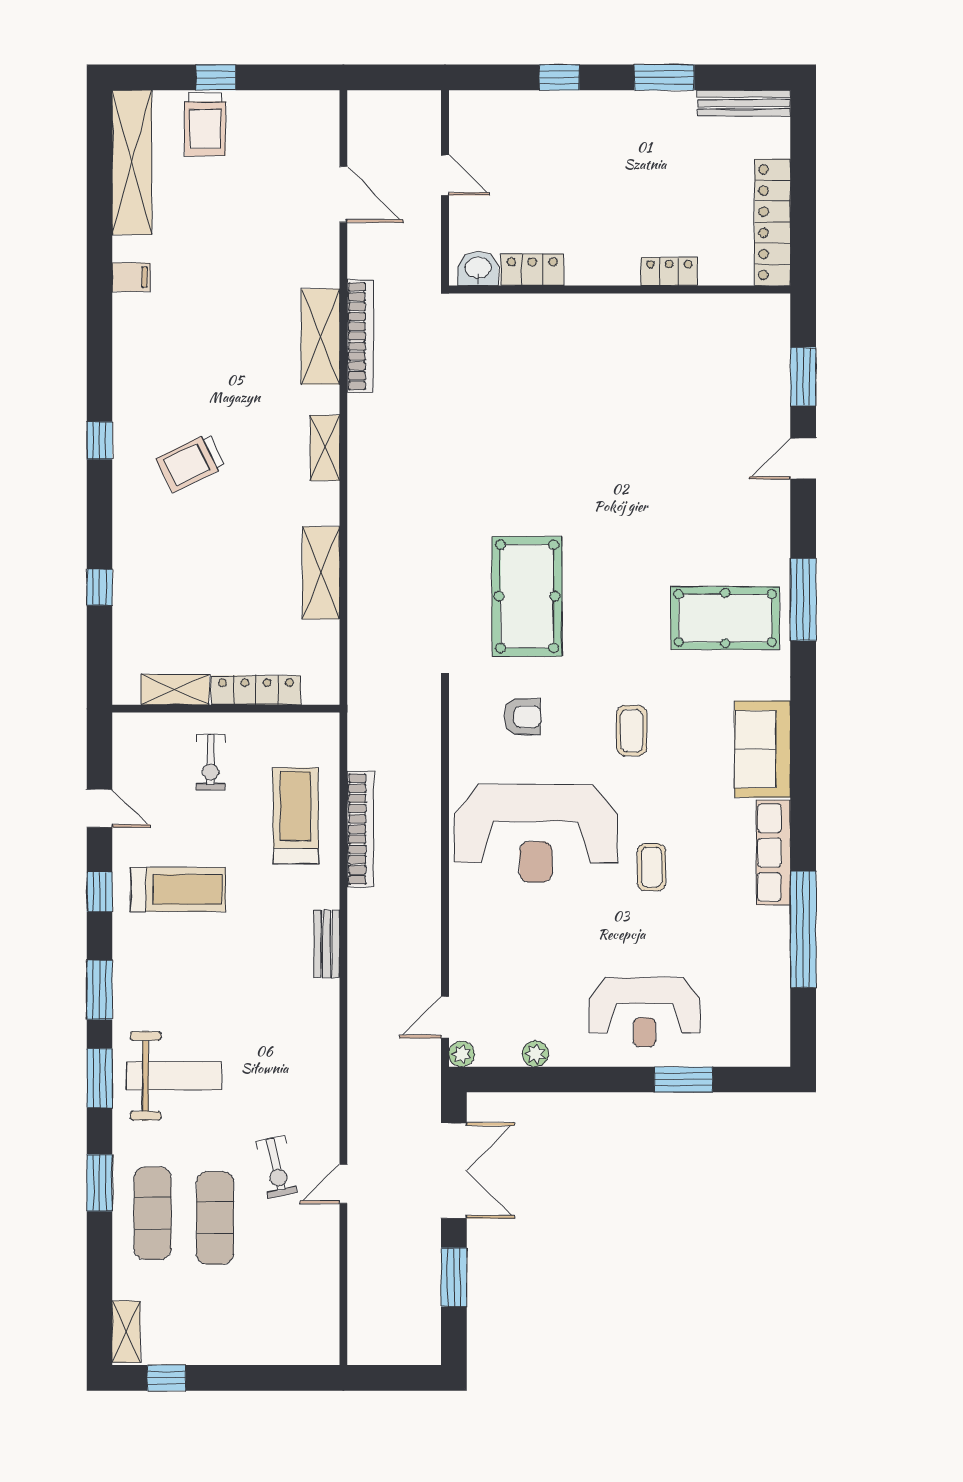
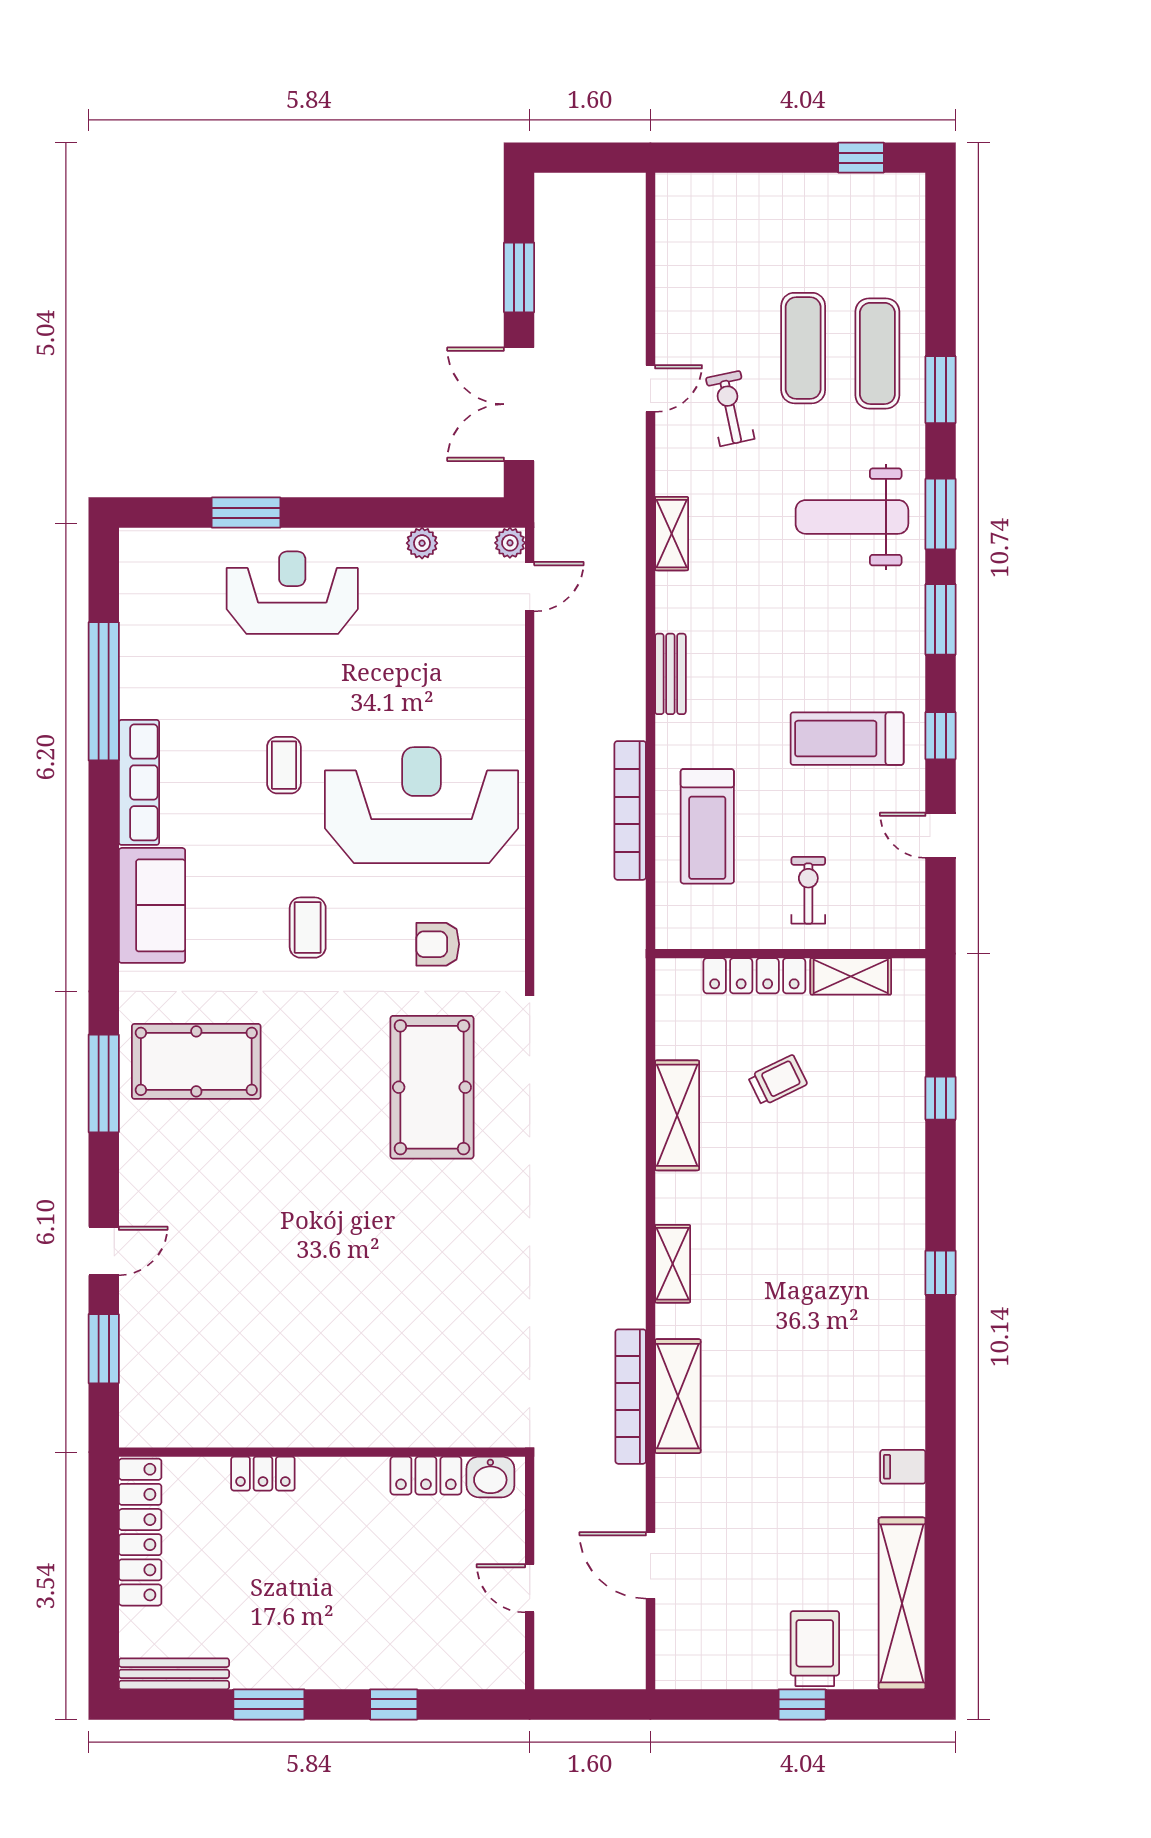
trolley: (191, 463) -> (778, 1080), moved, width x0.73, depth x0.72
shelving: (126, 1332) -> (672, 534), moved

